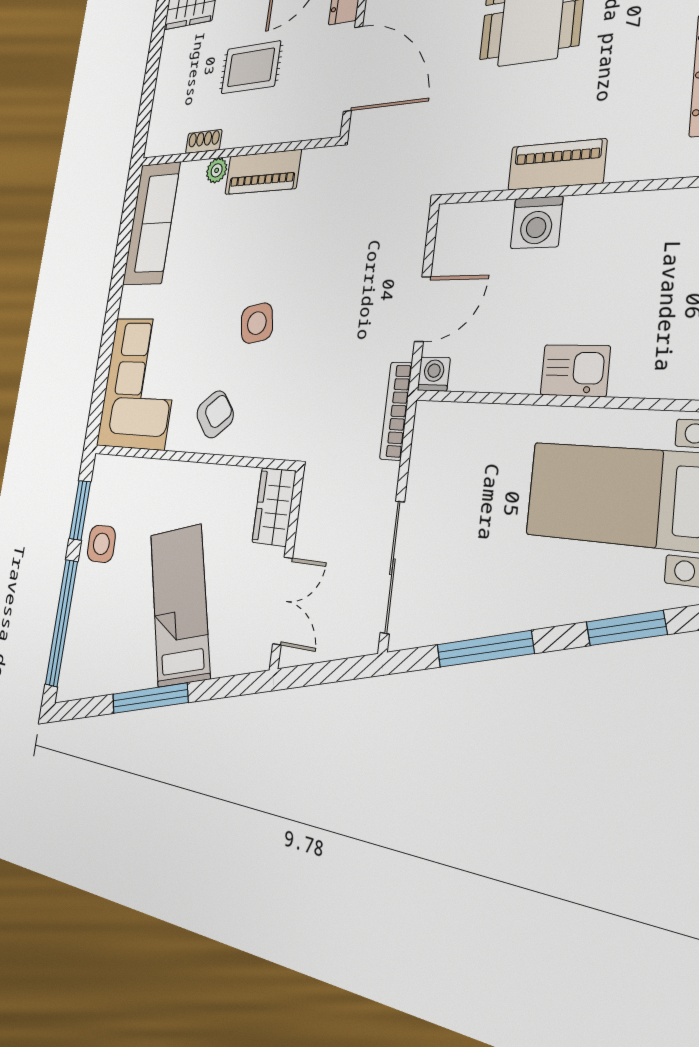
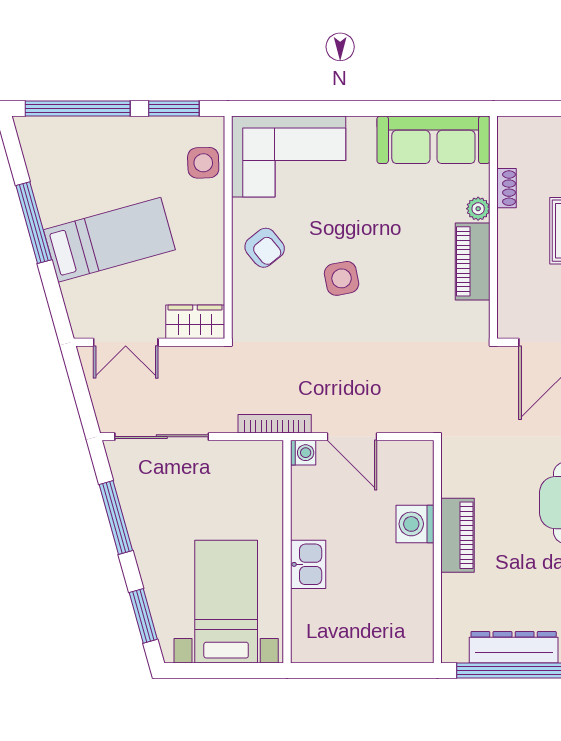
side table: (101, 544) -> (203, 163), moved

